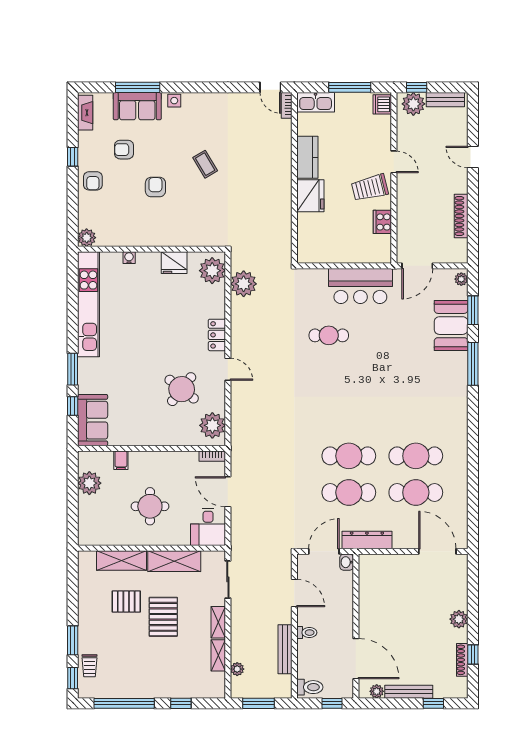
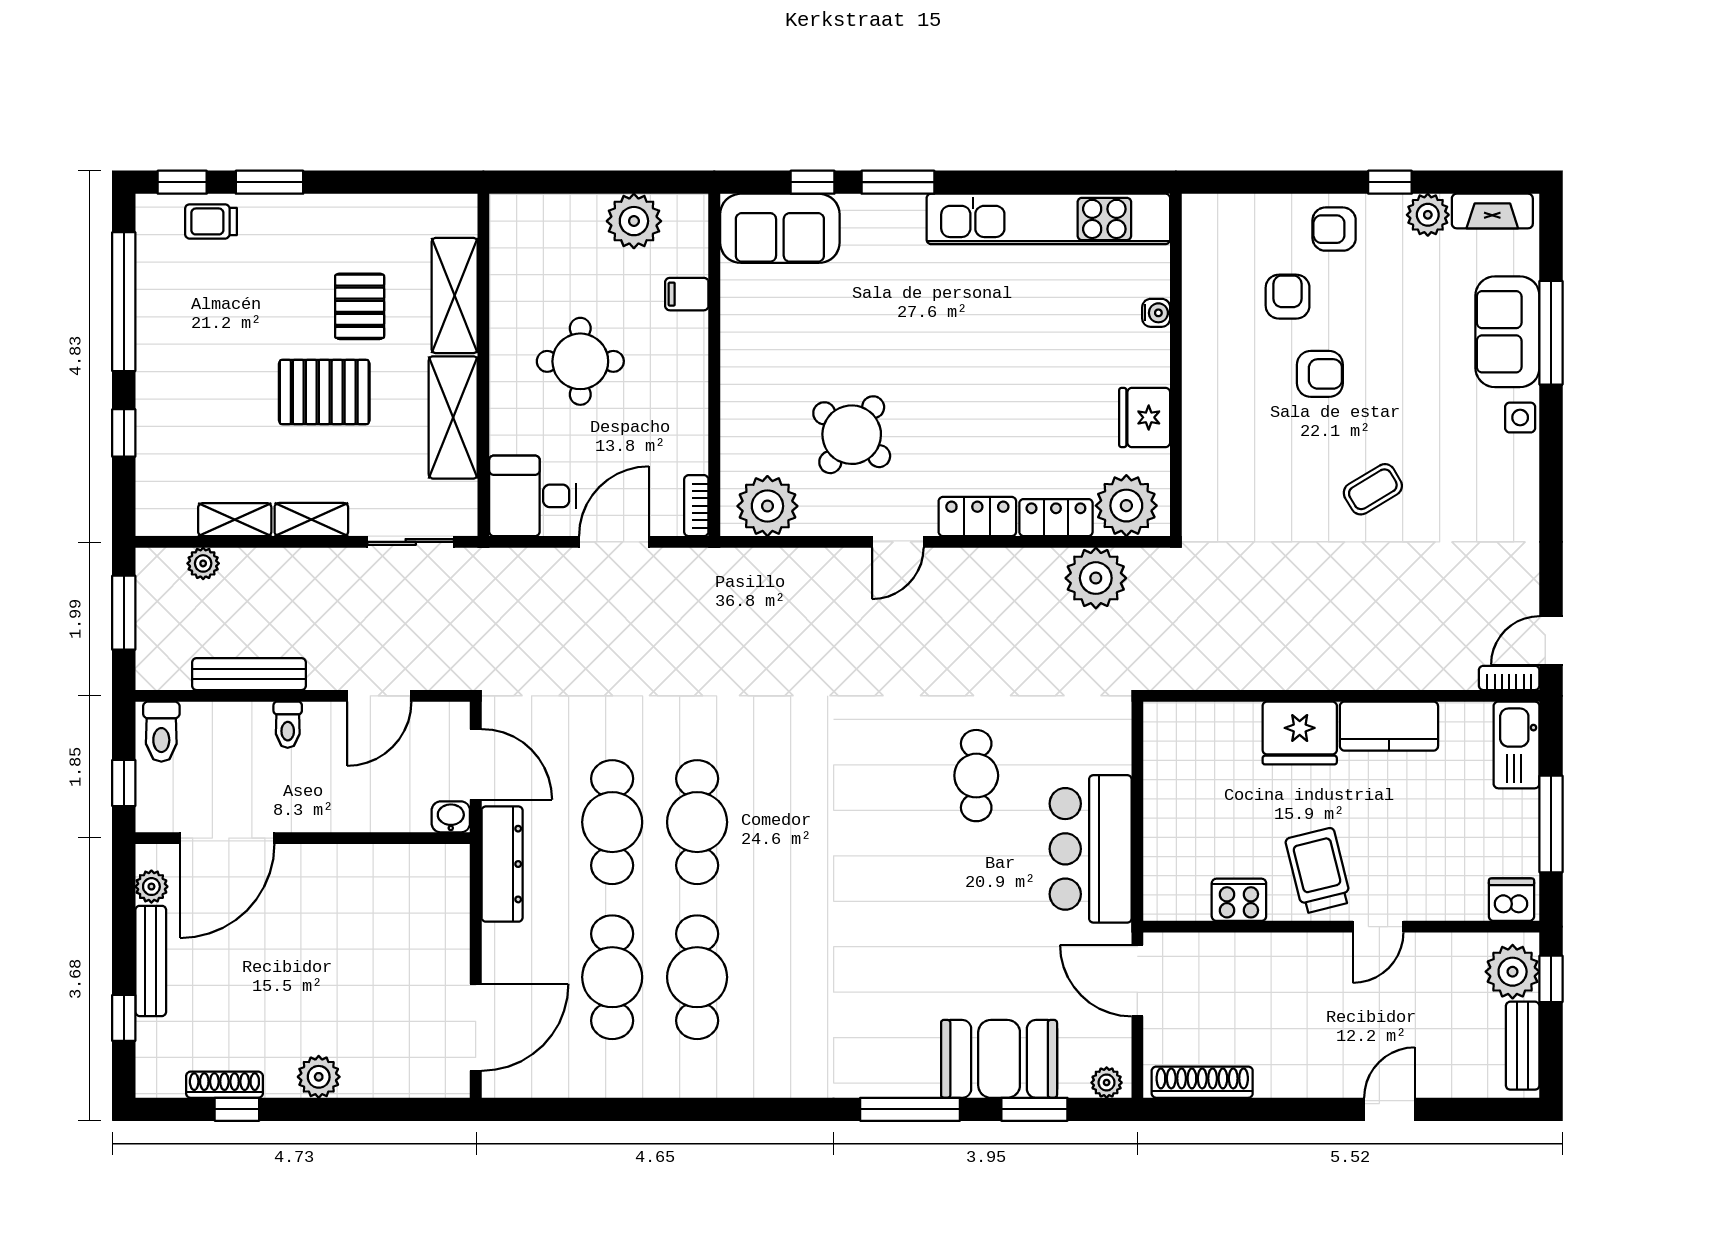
armchair: (124, 150) -> (1288, 297), moved
shoe rack: (461, 216) -> (1202, 1082), moved
plant: (87, 238) -> (1428, 215), moved
locker: (217, 301) -> (1056, 518), added

